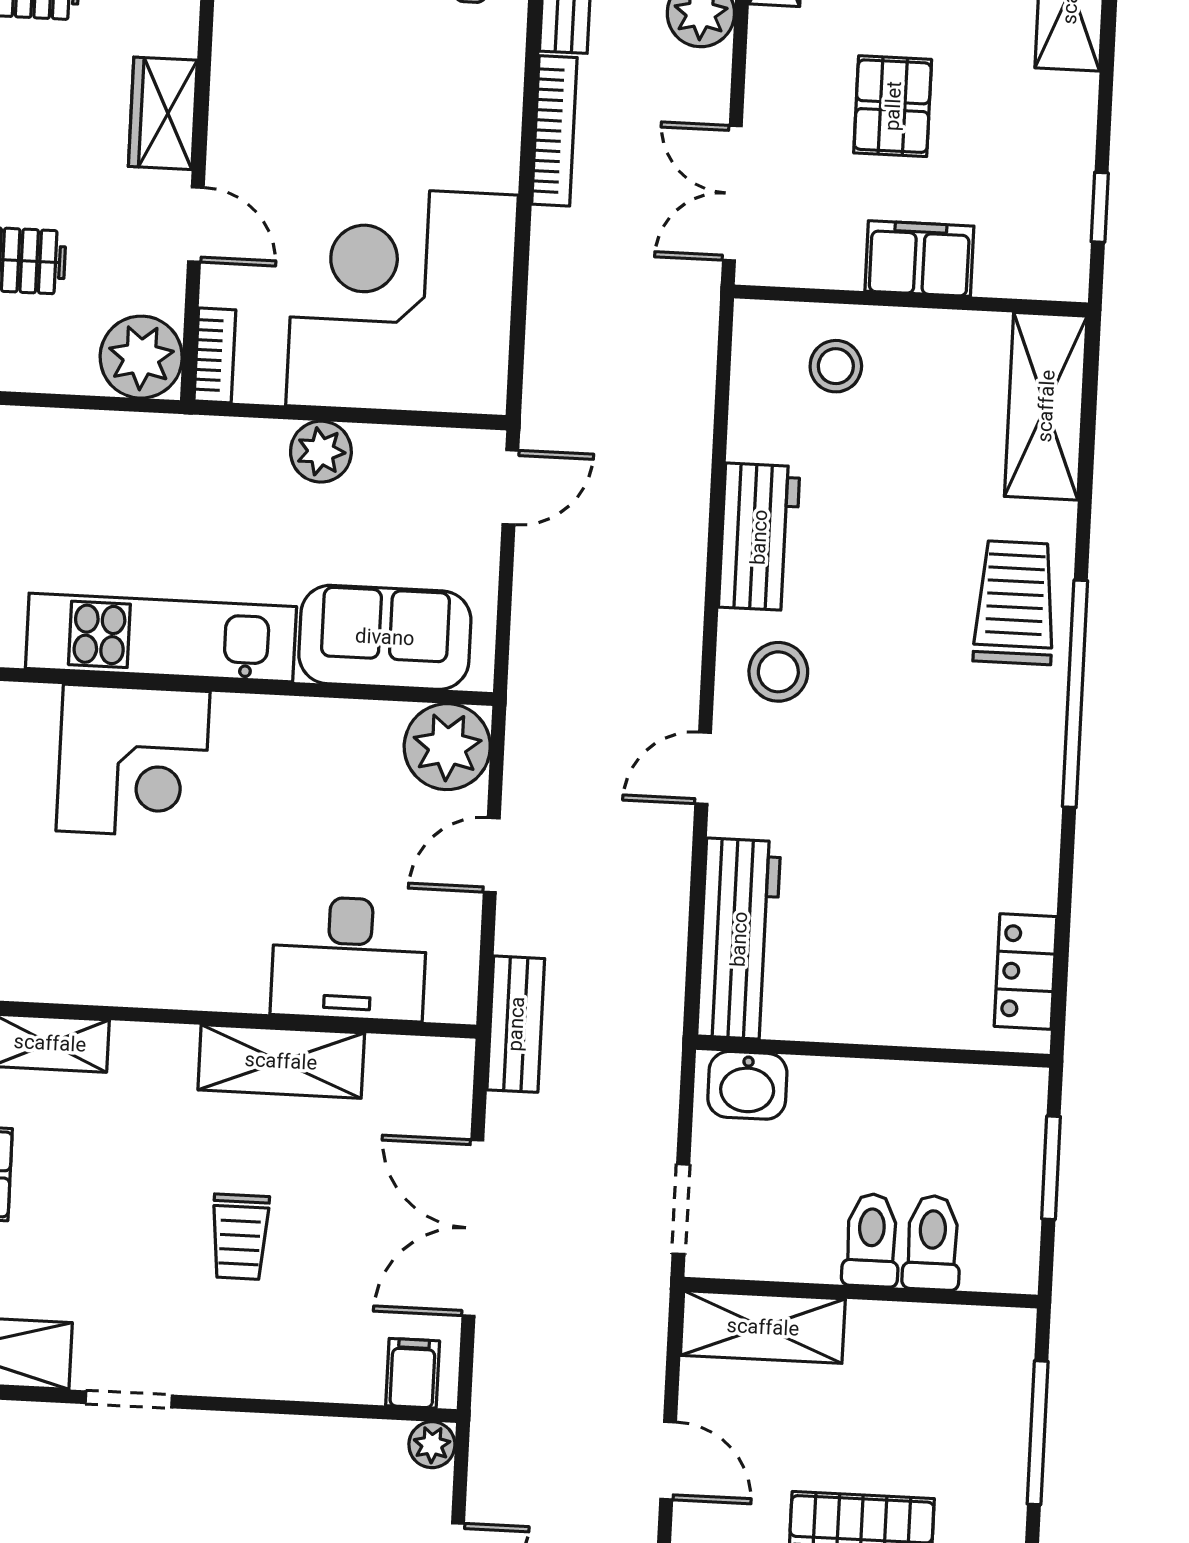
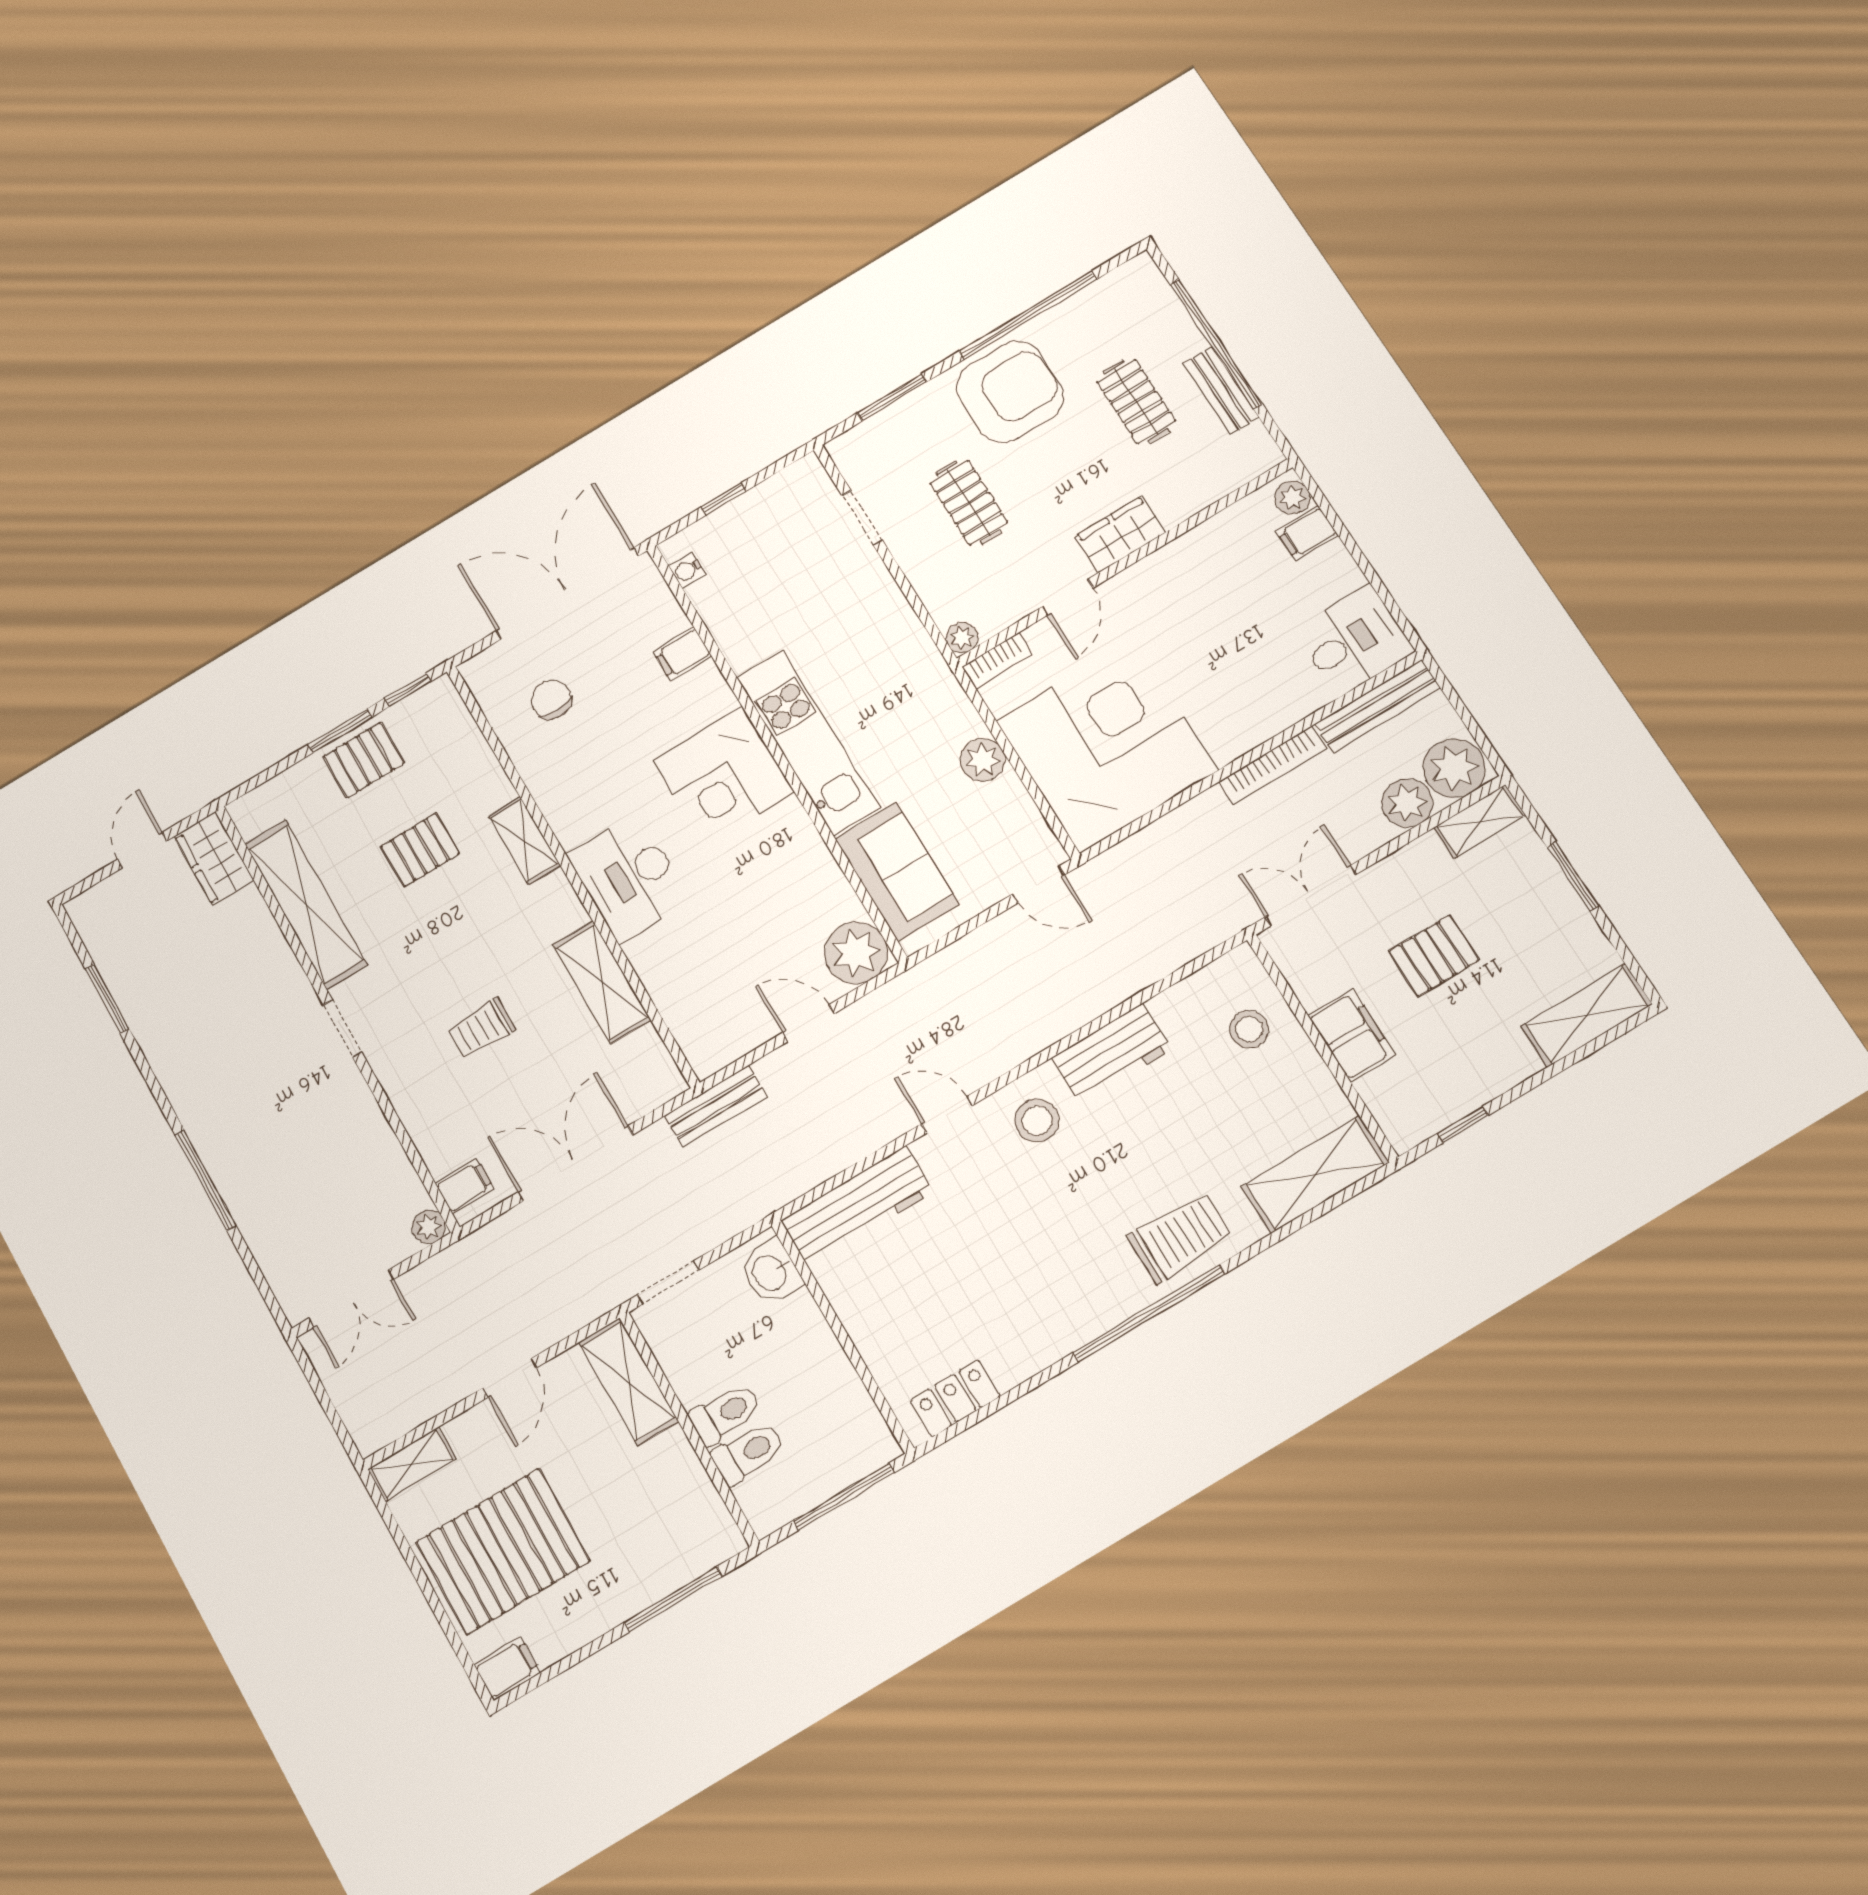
plant: (141, 357) -> (962, 638), width x0.53, depth x0.53
desk: (349, 958) -> (629, 877), moved
window: (1051, 1168) -> (844, 1497), width x1.44

